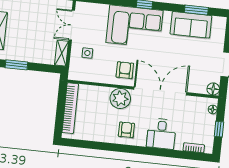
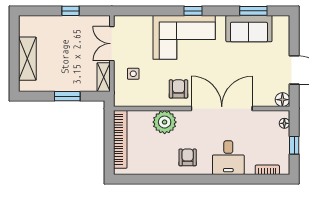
window: (16, 65) -> (67, 96), moved
plant: (120, 98) -> (165, 122), moved

